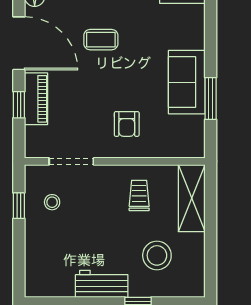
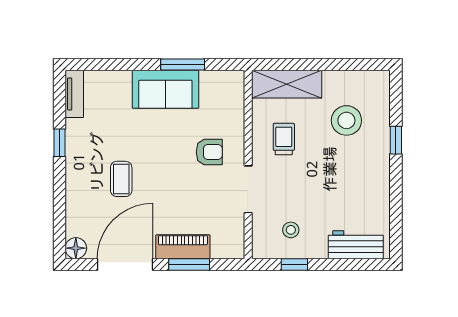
window: (19, 105) -> (189, 265), width x1.50
doorway: (71, 161) -> (248, 189), moved
trolley: (139, 195) -> (284, 139), turned 90
workbench: (102, 284) -> (356, 245), moved, turned 90

